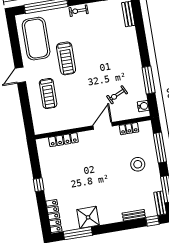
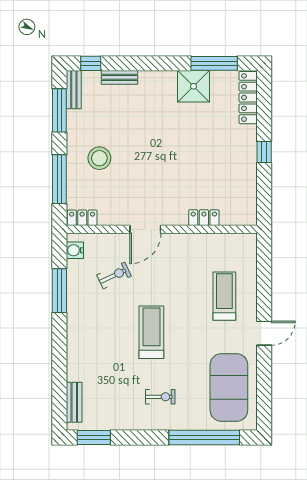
exercise bike: (79, 11) -> (160, 397), moved
treadmill: (66, 58) -> (151, 332), moved
locker: (129, 129) -> (82, 218), moved
locker: (63, 140) -> (204, 218), width x0.66

